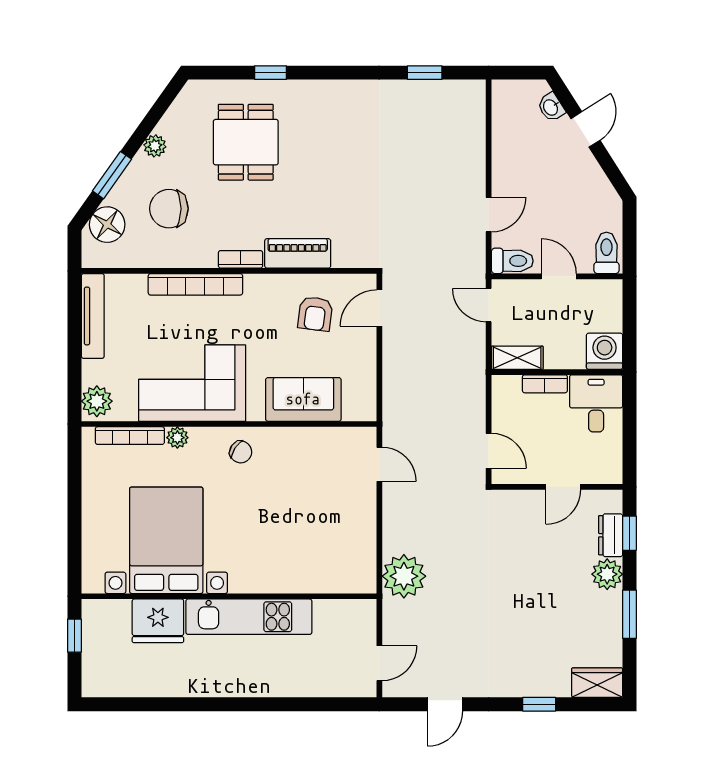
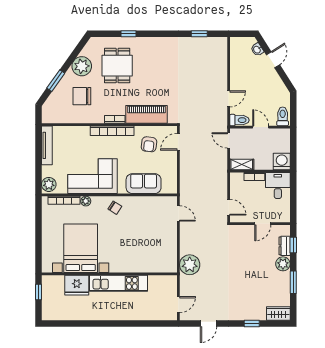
plant: (155, 146) -> (82, 66), width x1.87, depth x1.87
floor lamp: (107, 225) -> (54, 103), removed
piano: (298, 253) -> (146, 114), width x1.37, depth x1.33
bookcase: (195, 284) -> (112, 131), moved

